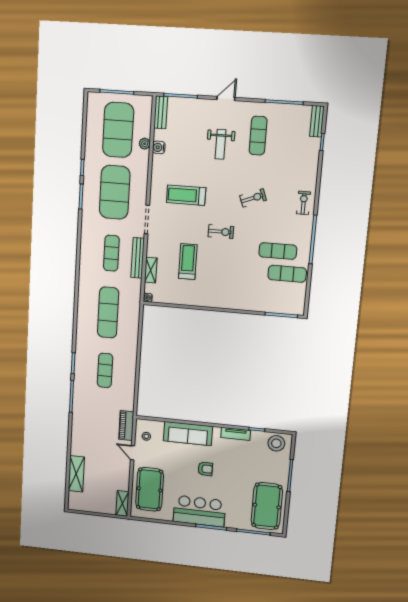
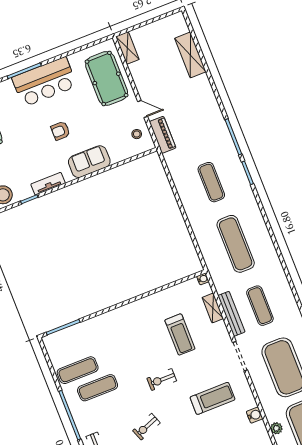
water cooler: (159, 147) -> (255, 415), moved
sofa: (188, 433) -> (89, 162), width x0.73

